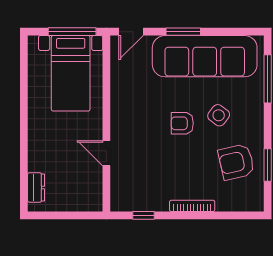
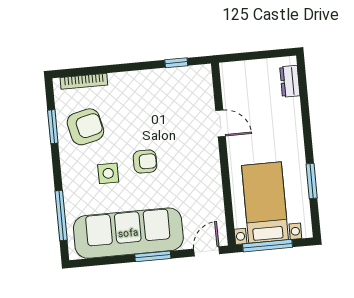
window: (24, 90) -> (312, 181), added
side table: (219, 115) -> (108, 173), turned -37
bookcase: (192, 206) -> (84, 81), moved

